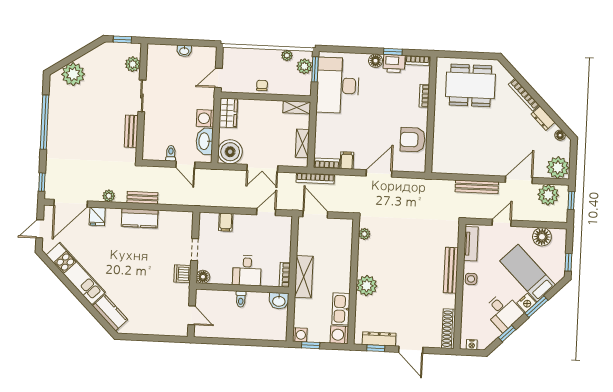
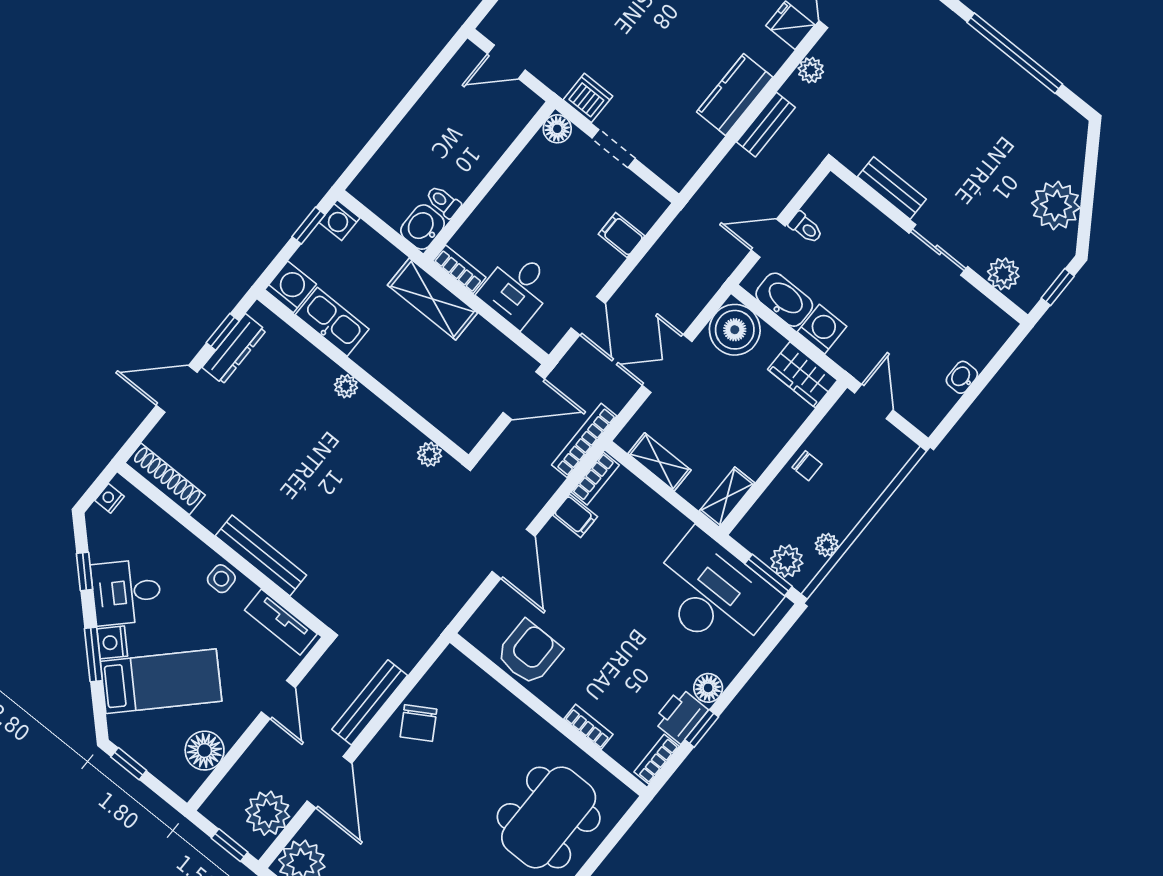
plant: (73, 74) -> (1056, 205), moved
chair: (471, 162) -> (418, 723), added
desk: (247, 271) -> (517, 289), moved, turned -90
plant: (367, 286) -> (346, 386), width x0.53, depth x0.53
toilet: (241, 299) -> (443, 202), moved

